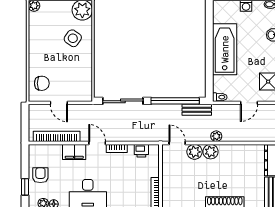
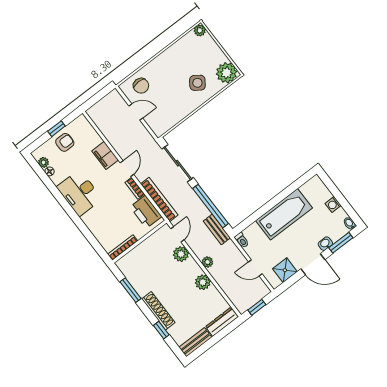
door: (59, 103) -> (136, 112), swing flipped
bookcase: (57, 136) -> (159, 200), moved
printer: (141, 151) -> (146, 212), width x1.87, depth x1.48
plant: (211, 152) -> (203, 282), moved
window: (25, 187) -> (56, 129), moved

